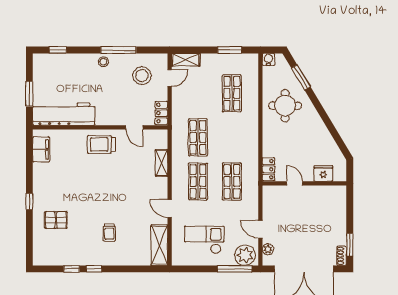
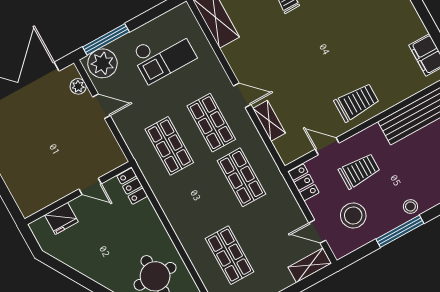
door: (170, 78) -> (317, 232), hinge flipped
trolley: (123, 101) -> (359, 171), added
door: (170, 208) -> (242, 95), moved

